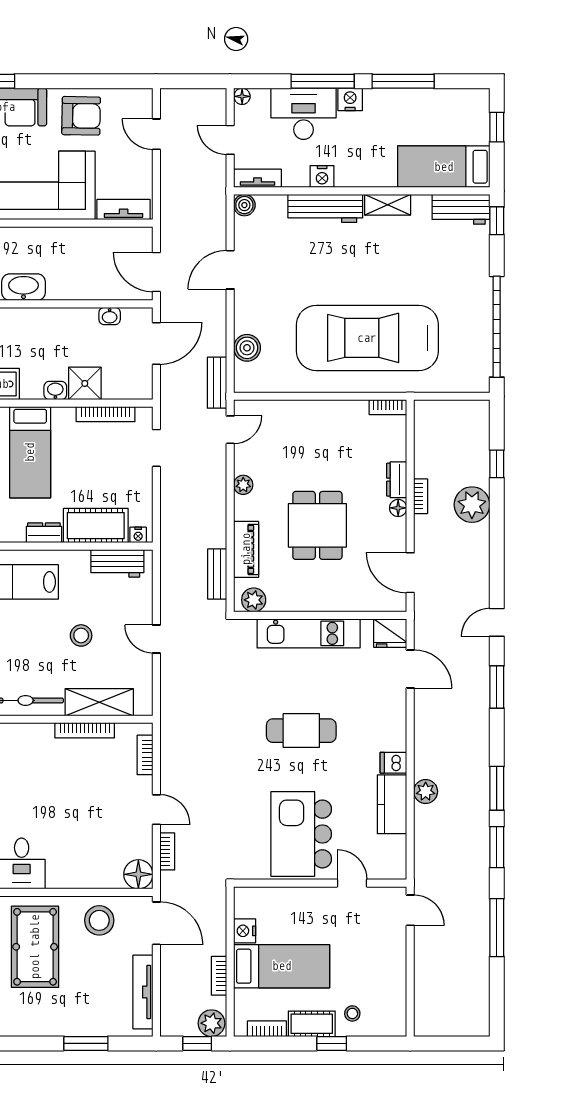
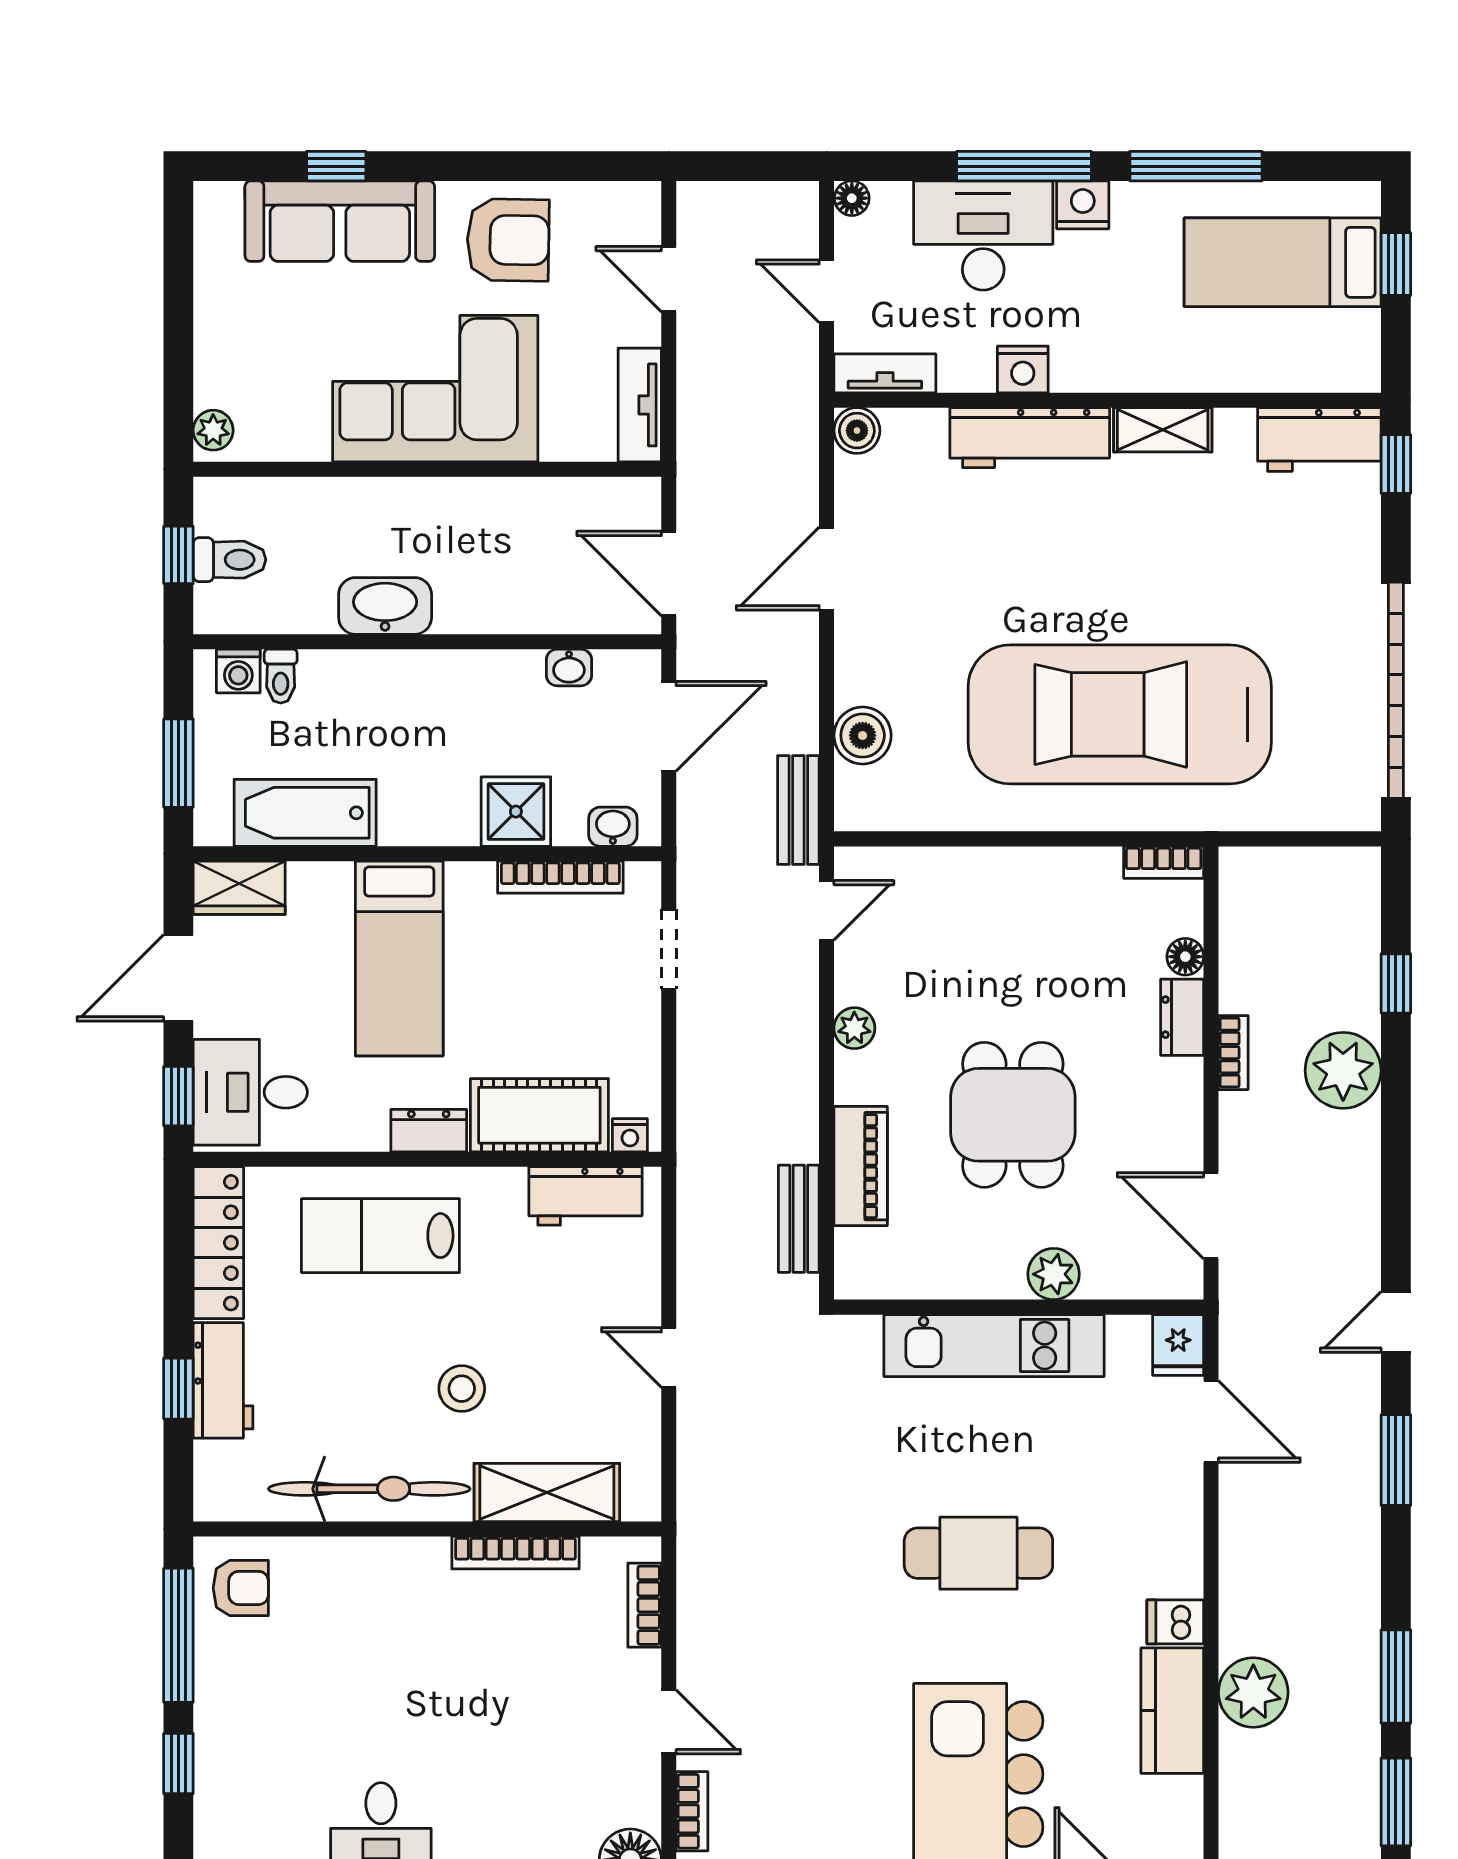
bed: (444, 167) -> (1283, 262), moved
tv unit: (124, 210) -> (640, 405), moved, turned -90
washbasin: (55, 391) -> (613, 827), moved
floor lamp: (398, 508) -> (1185, 957), moved
plant: (254, 600) -> (1054, 1274), moved
fridge: (390, 633) -> (1178, 1345), width x0.72
stool: (81, 635) -> (462, 1389), moved
plant: (426, 791) -> (1253, 1692), width x1.36, depth x1.36

